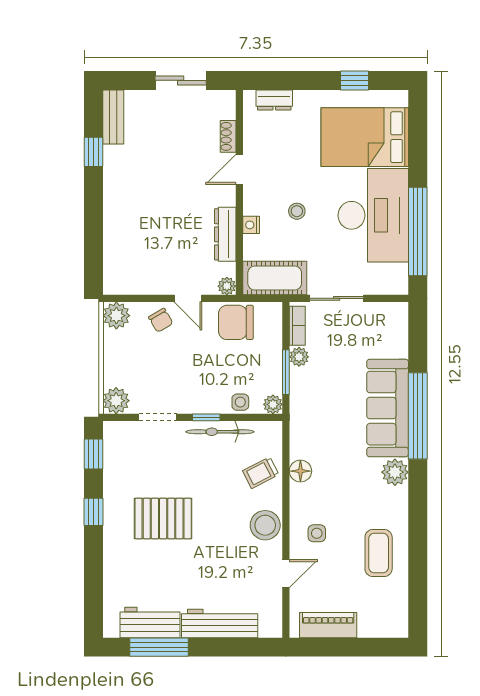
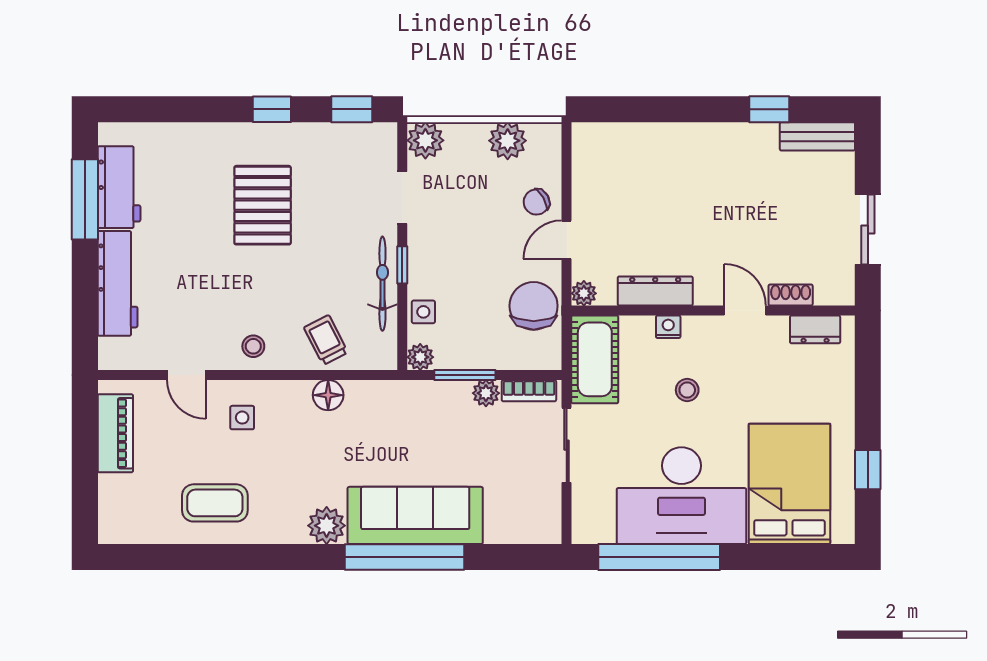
dresser: (274, 100) -> (815, 329), moved, turned -90
plant: (116, 316) -> (508, 141), moved
stool: (265, 525) -> (253, 346), width x0.53, depth x0.53

